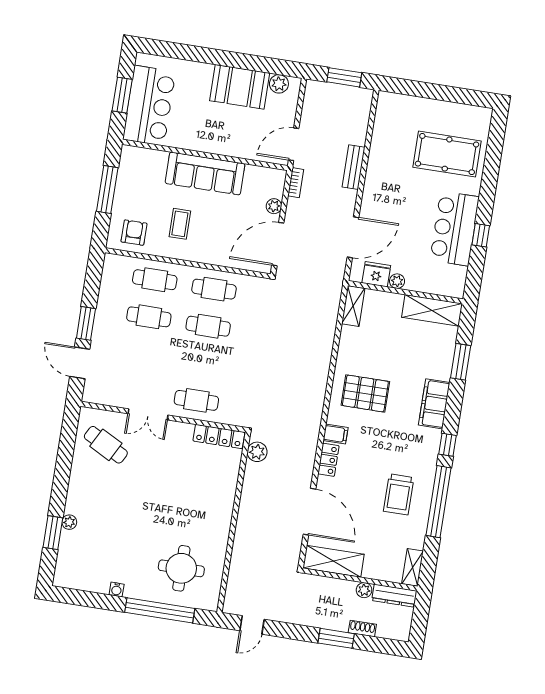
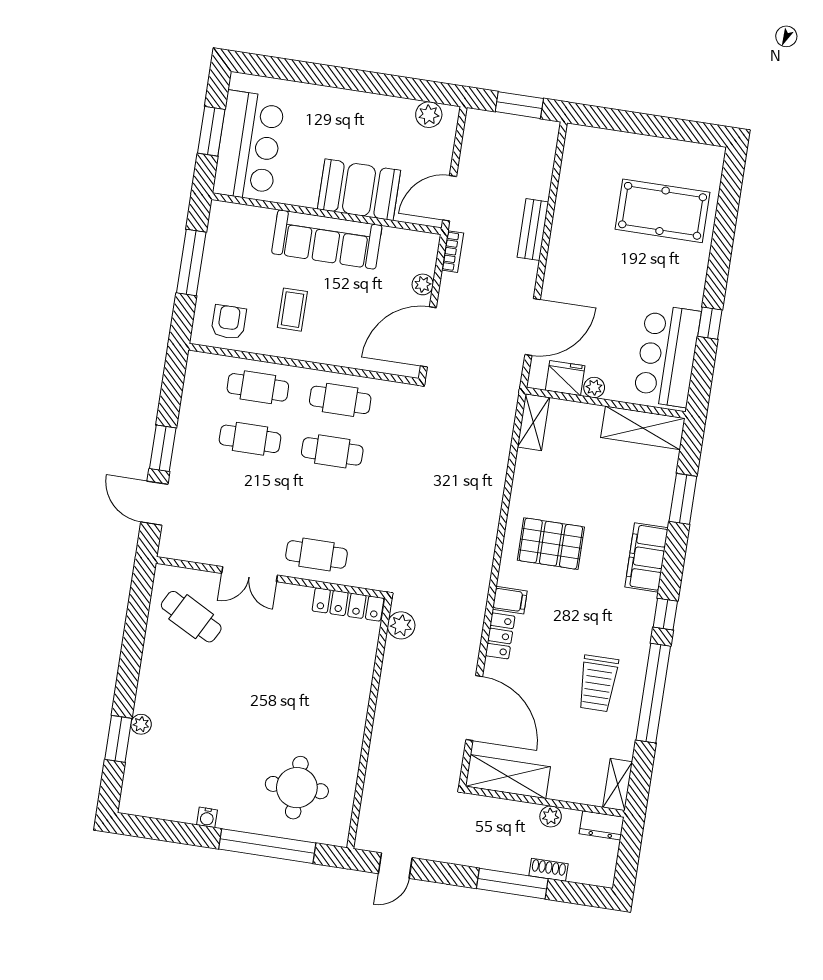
booth: (240, 87) -> (359, 190), moved
bar counter: (455, 228) -> (667, 356), moved
dresser: (394, 596) -> (602, 825), width x0.70
window: (336, 638) -> (512, 884), width x1.44

